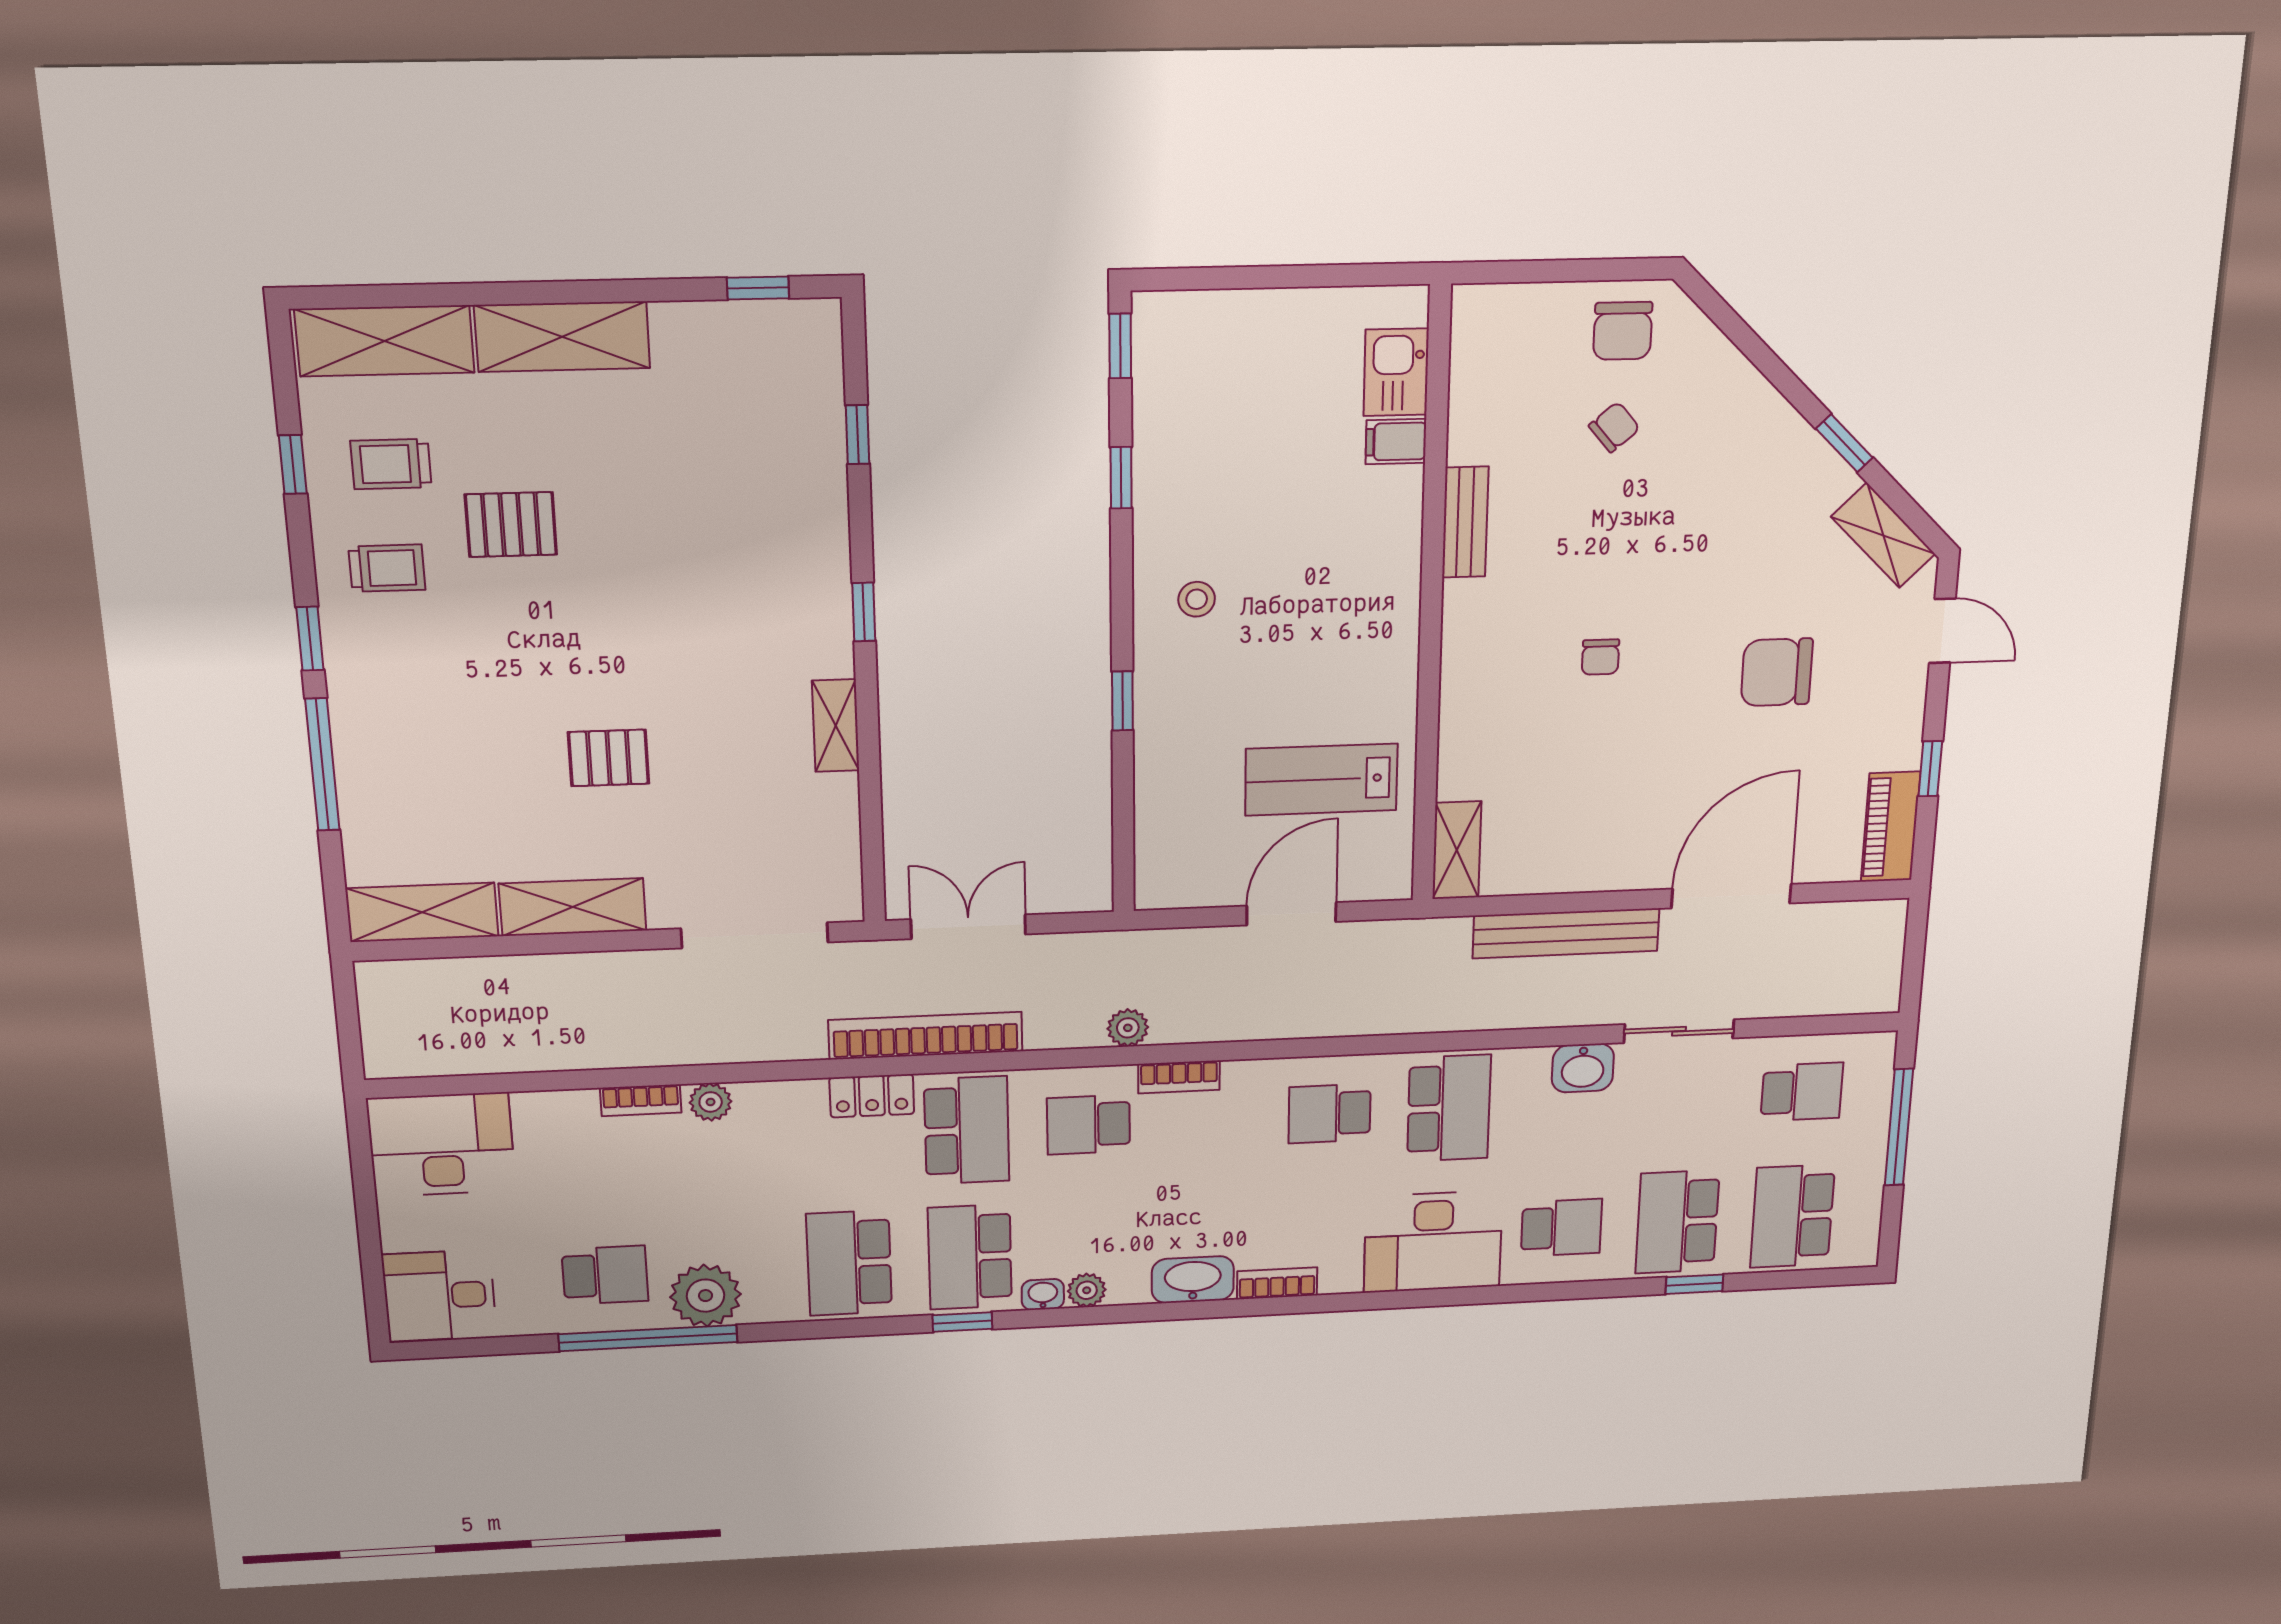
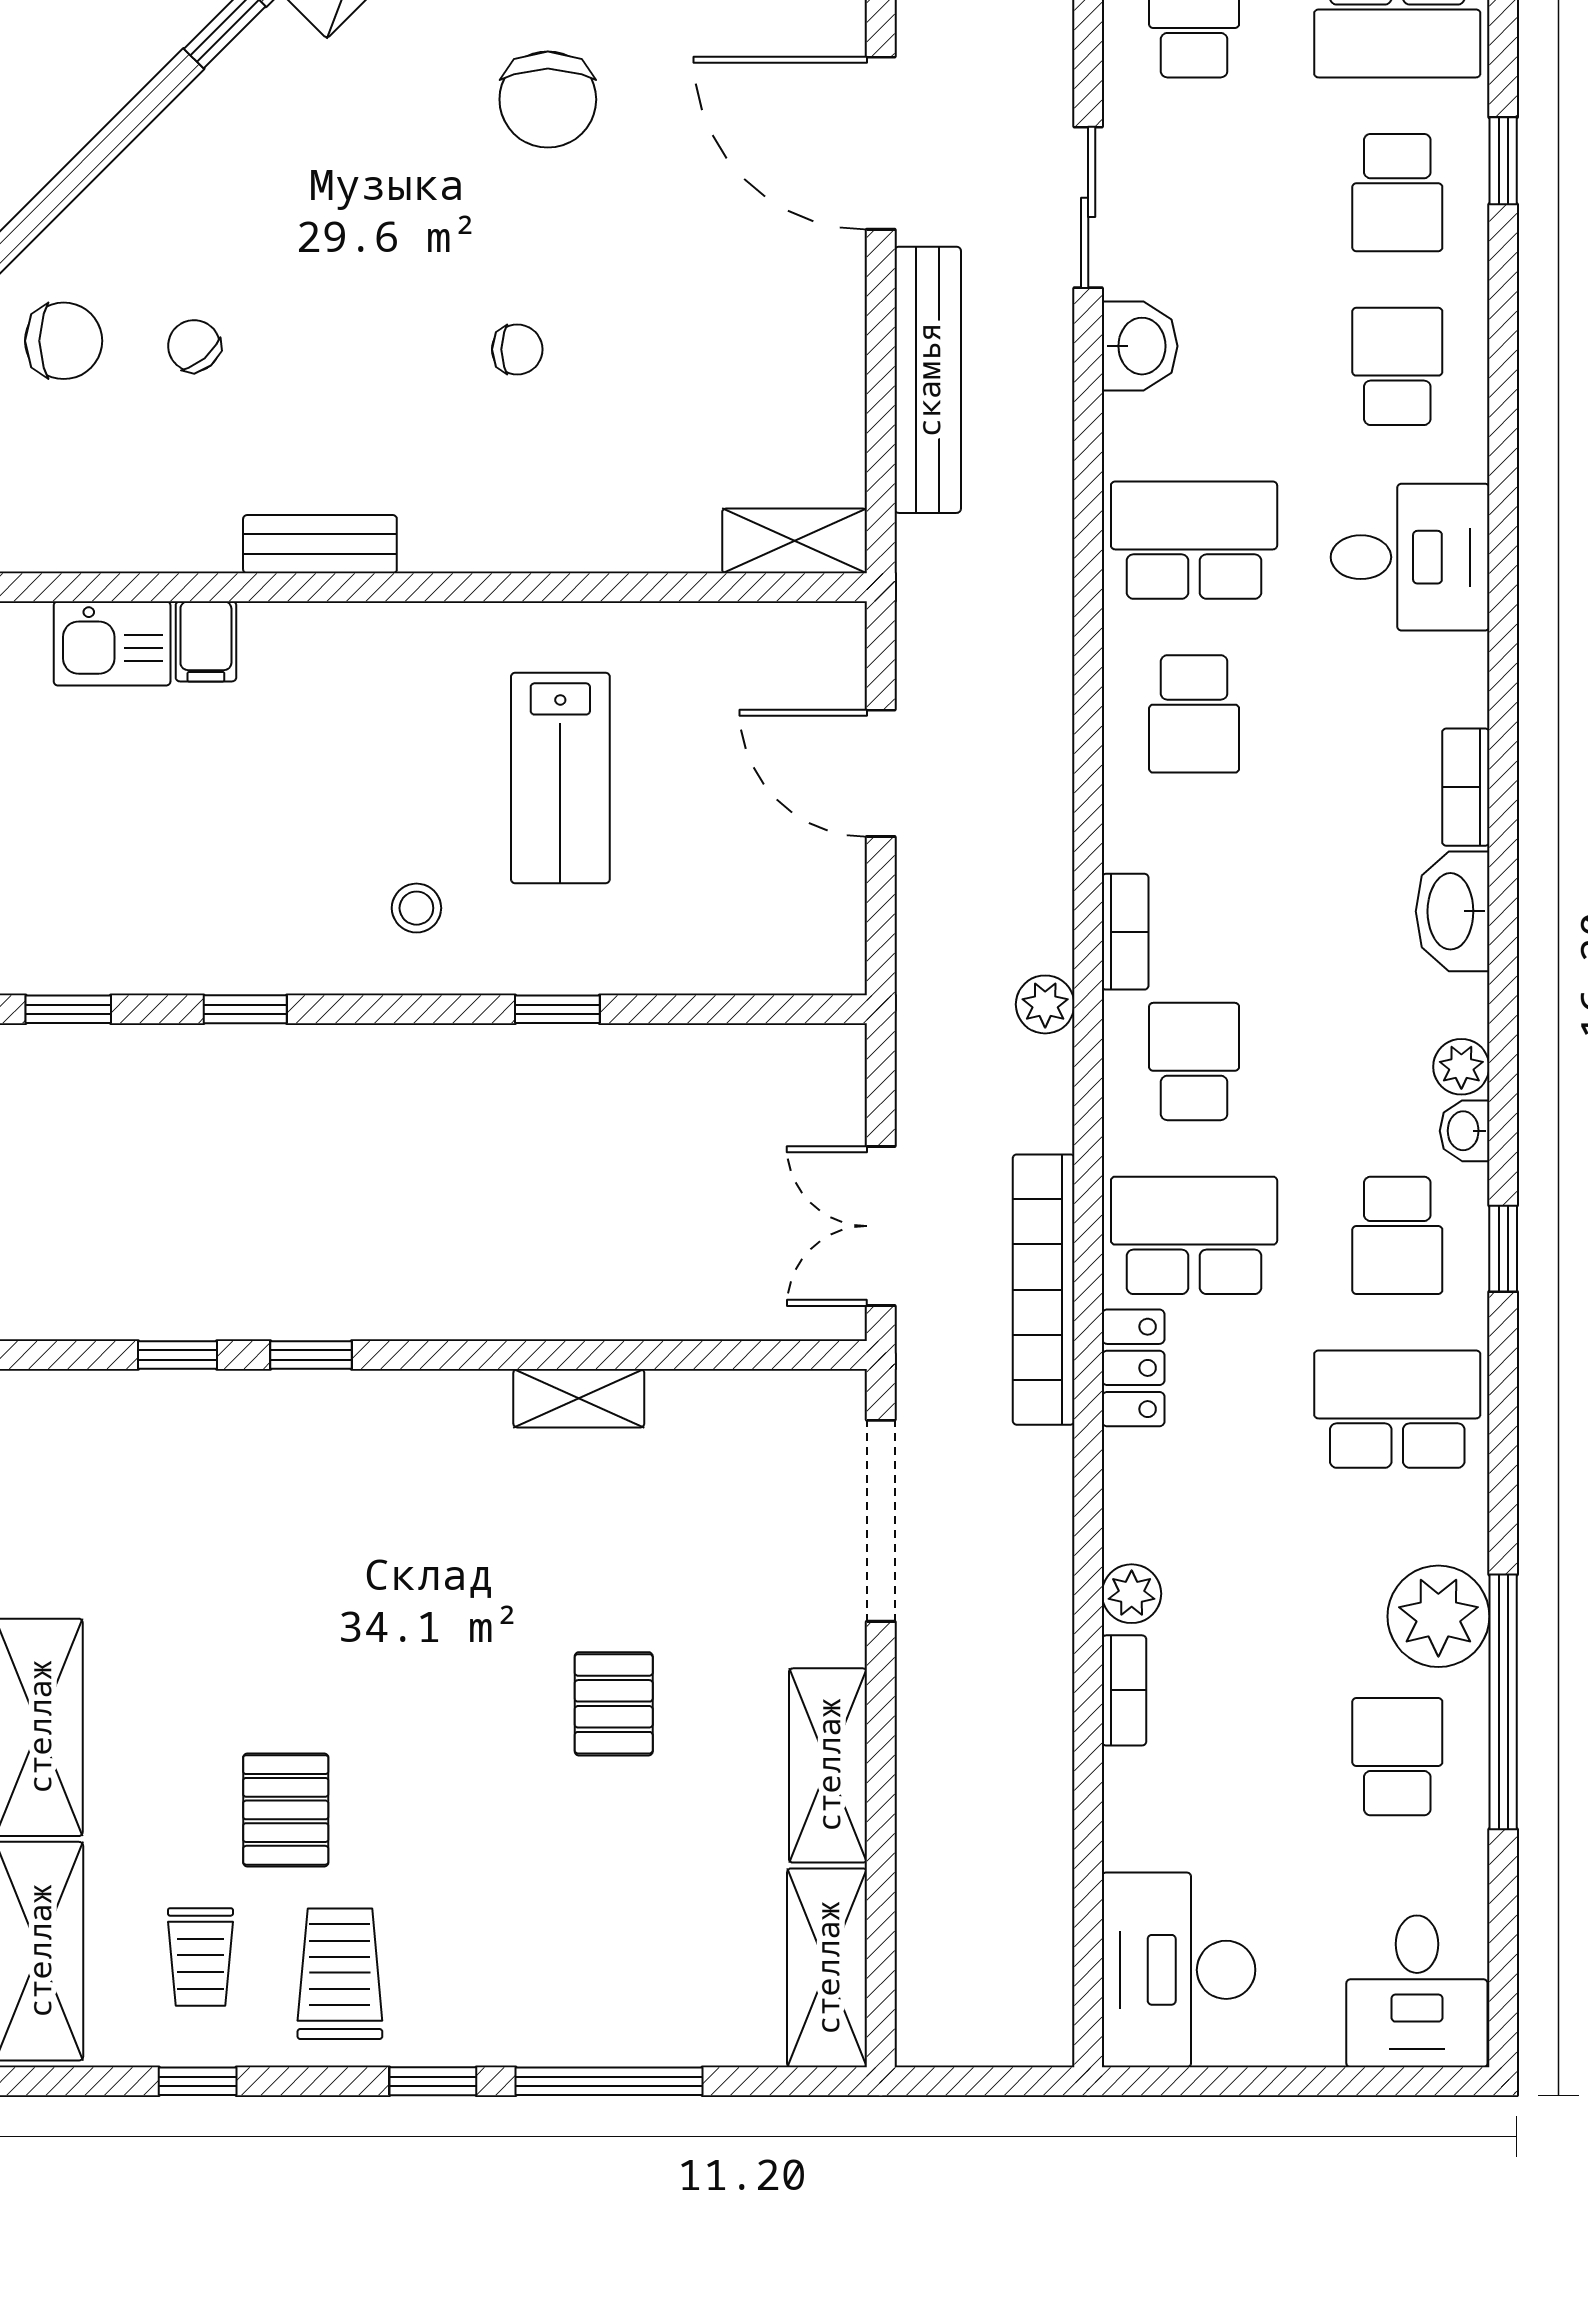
trolley: (387, 568) -> (340, 1974), width x1.36, depth x1.39
window: (864, 612) -> (311, 1355), moved
lab bench: (1321, 780) -> (560, 778), moved
school desk: (1089, 1125) -> (1194, 1062), turned 180
school desk: (1677, 1222) -> (1397, 193), width x0.54
desk: (1433, 1242) -> (1410, 557), width x0.73
school desk: (970, 1257) -> (1397, 1235), width x0.54
school desk: (849, 1263) -> (1397, 1409), turned 180

